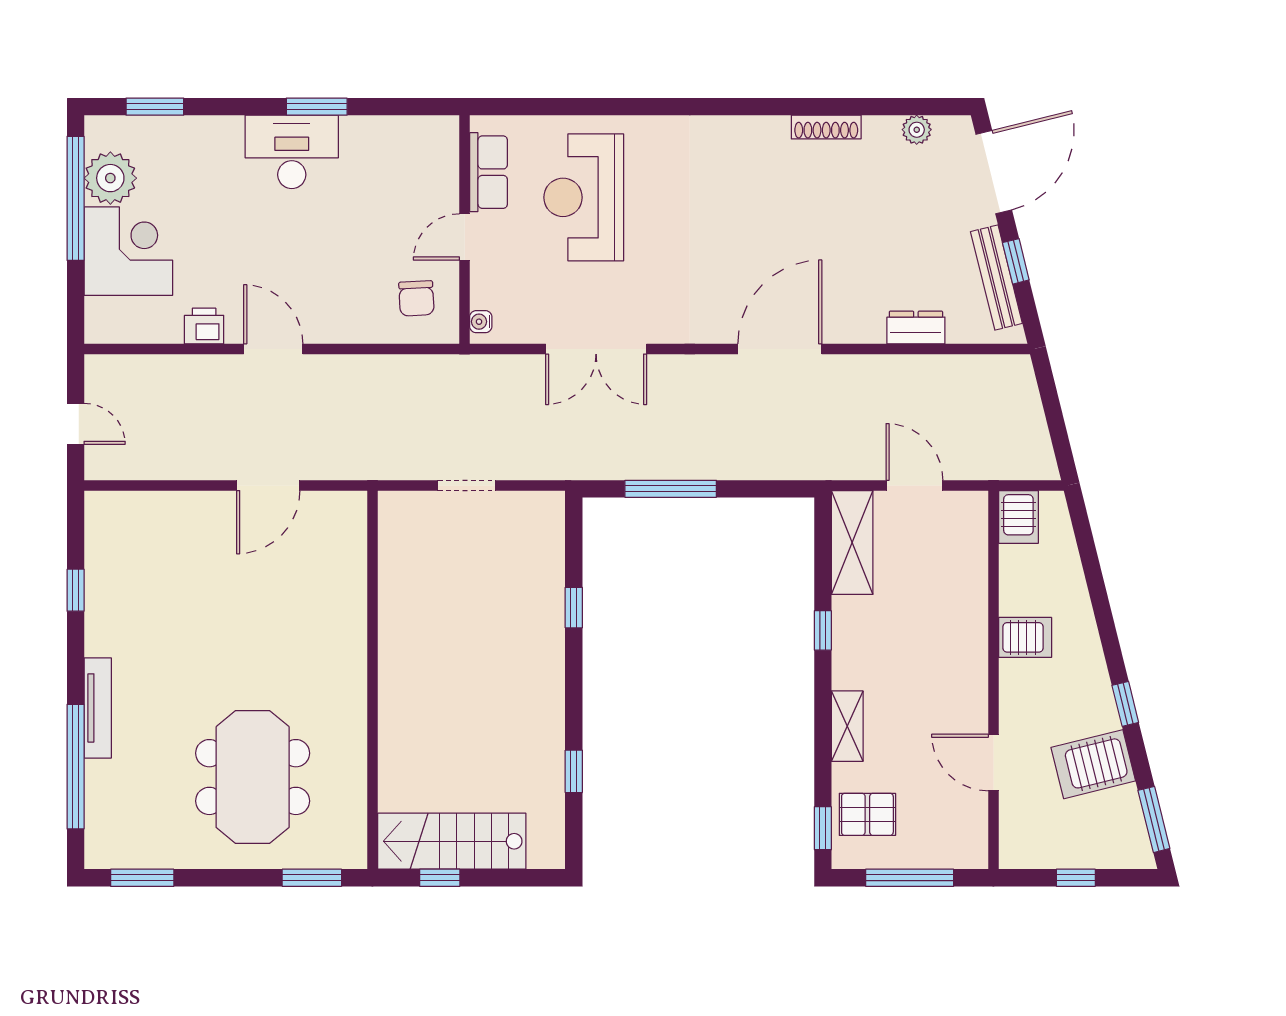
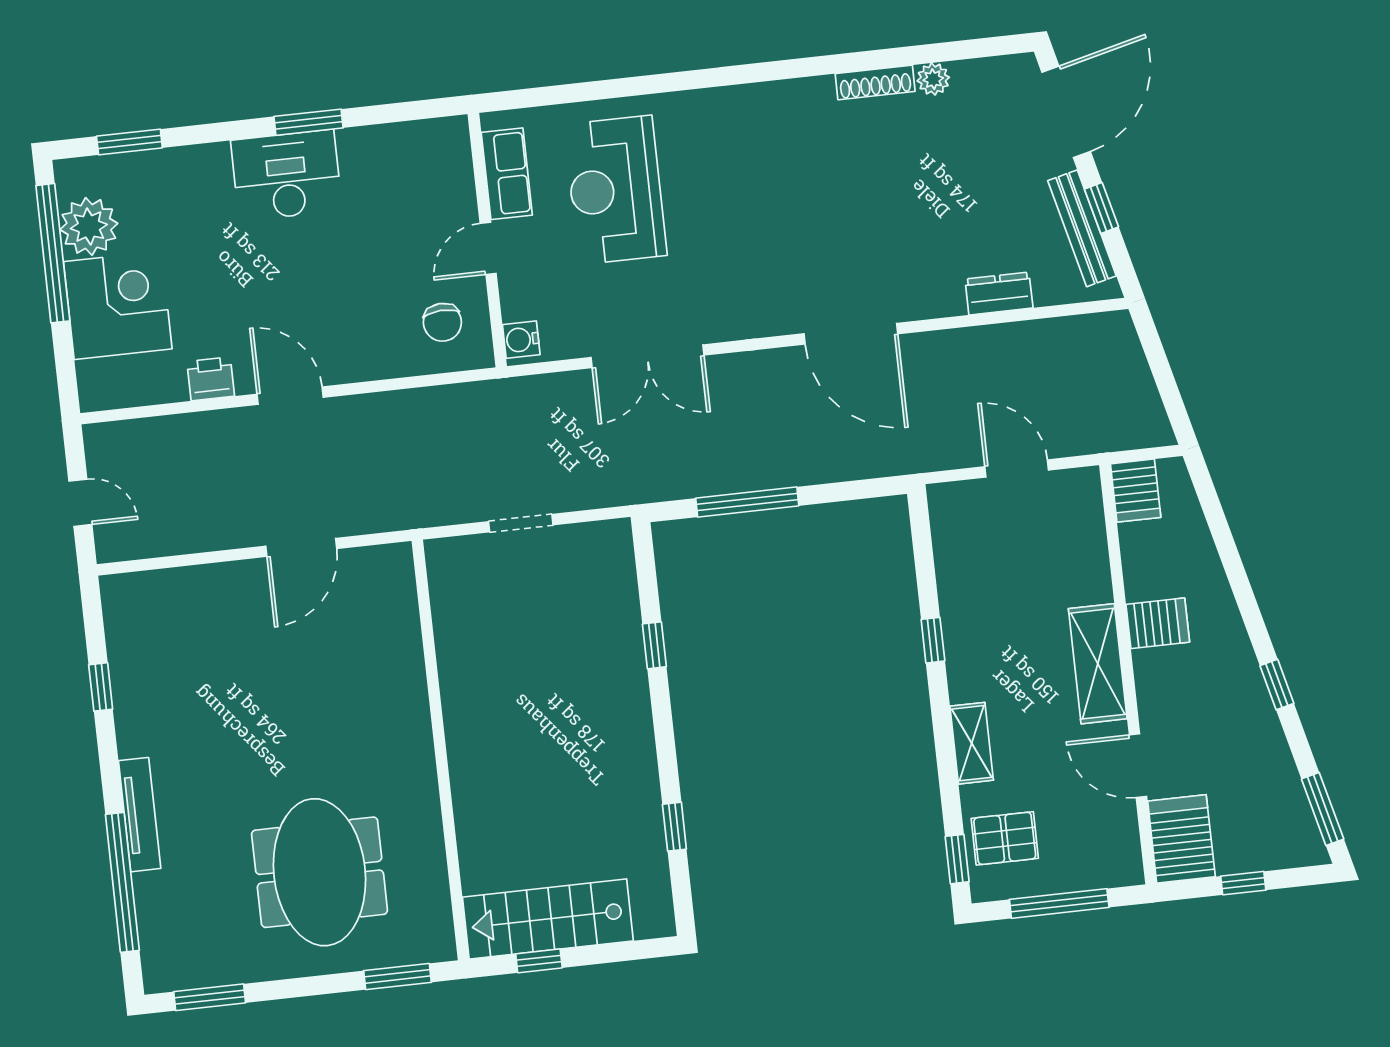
plant: (917, 130) -> (933, 79), moved
water cooler: (481, 322) -> (521, 340), width x1.38, depth x1.38
door: (780, 349) -> (851, 334), swing flipped
shelving: (852, 542) -> (1098, 664), moved
server rack: (1093, 764) -> (1181, 839), moved, turned 104

